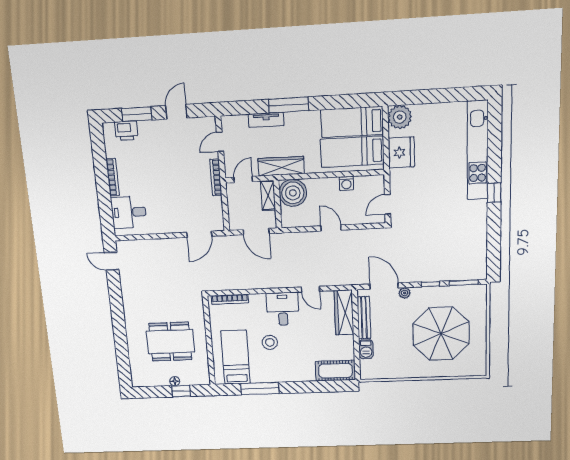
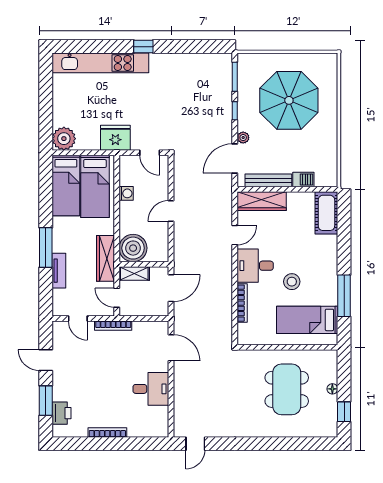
fridge: (401, 152) -> (115, 138), moved
desk: (129, 212) -> (151, 389), moved, turned -90
bookcase: (230, 299) -> (242, 303), moved
window: (181, 391) -> (344, 412), moved

